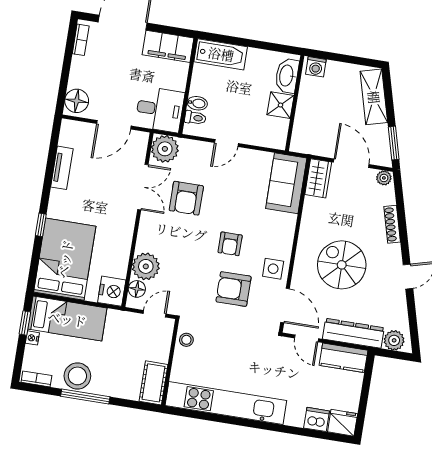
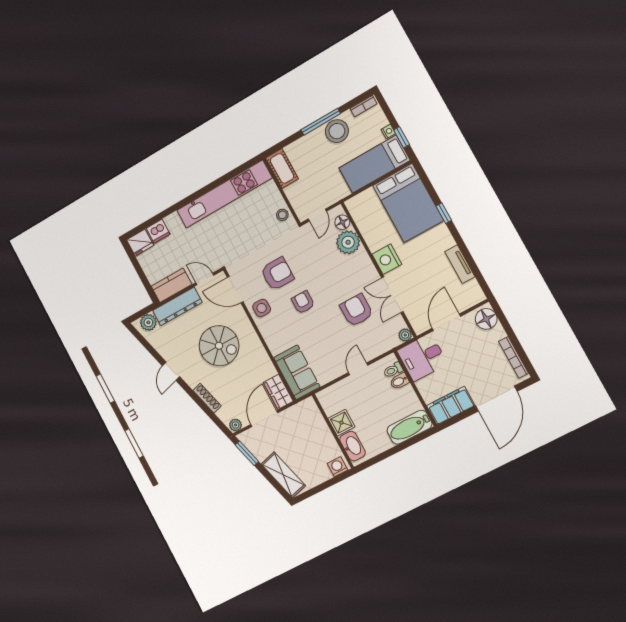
bookcase: (81, 40) -> (514, 357), width x1.56
plant: (165, 149) -> (405, 335), width x0.53, depth x0.53
door: (351, 163) -> (264, 419), swing flipped
nightstand: (112, 291) -> (387, 259), moved

